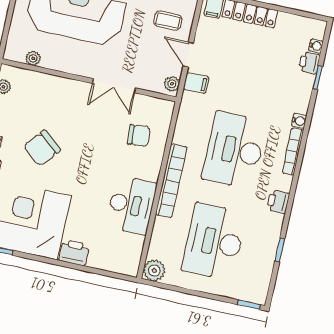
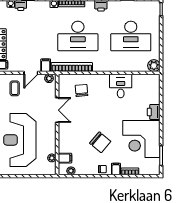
filing cabinet: (28, 81) -> (65, 158), added
bookcase: (171, 181) -> (72, 67), moved
desk: (131, 205) -> (121, 86), width x0.73

